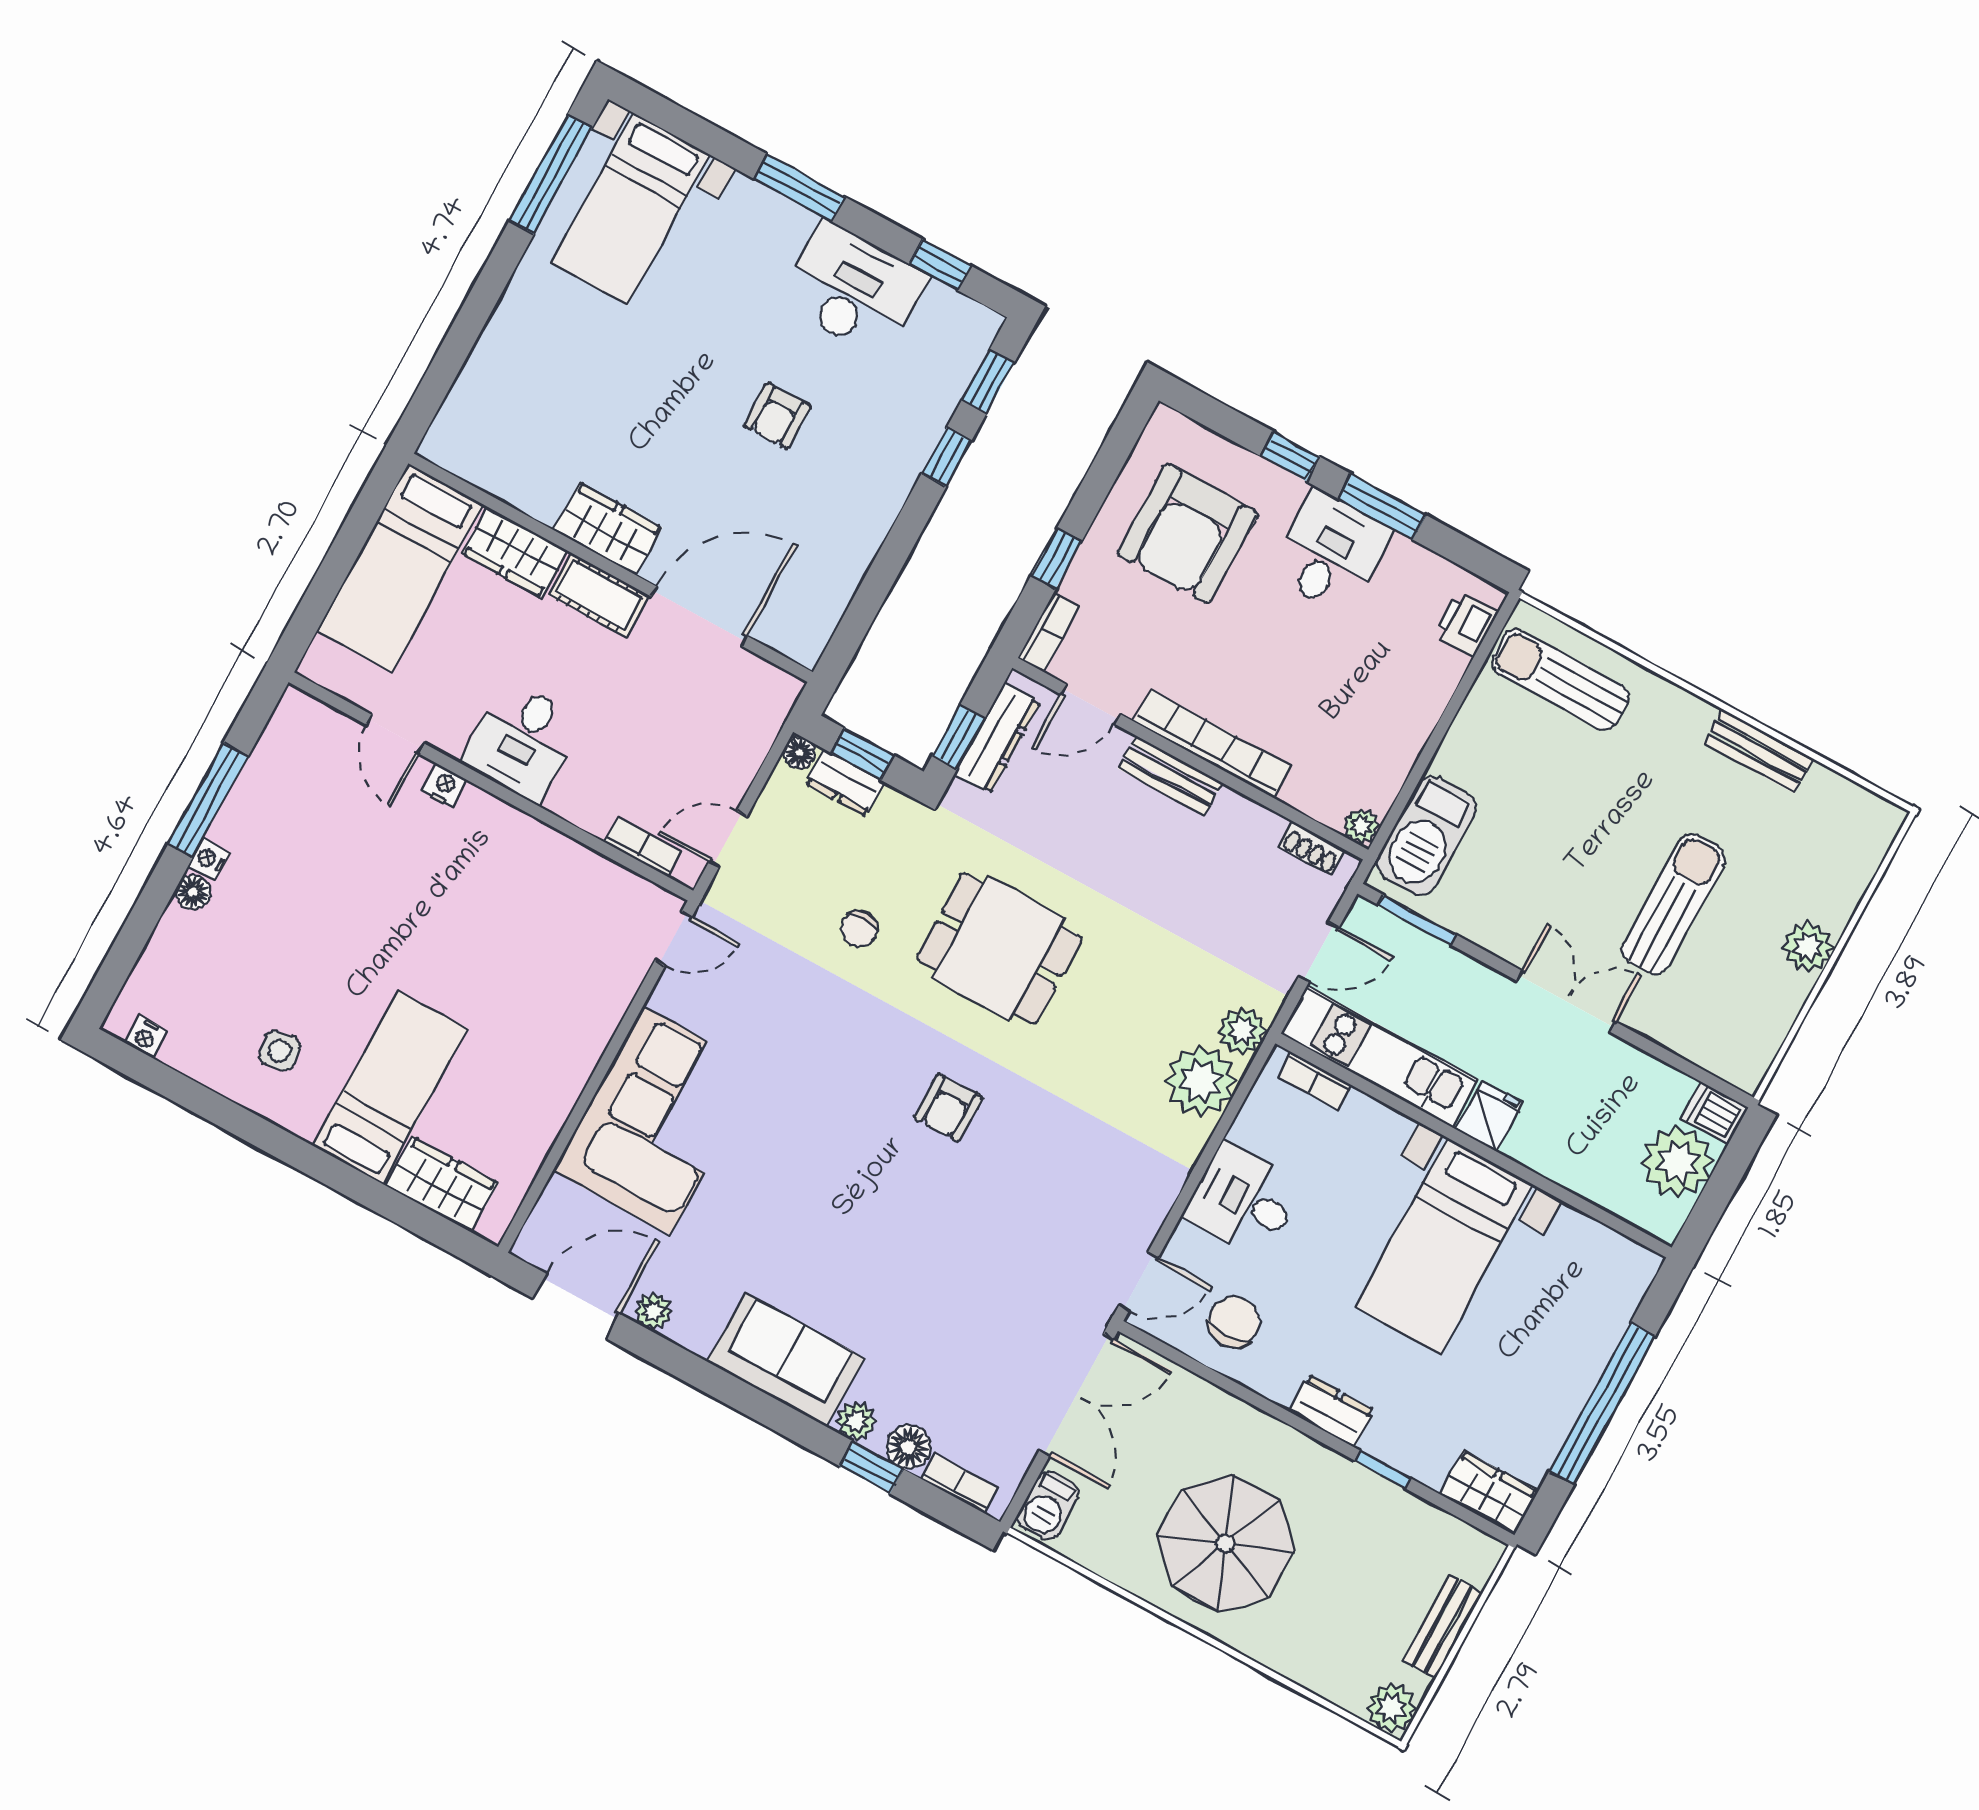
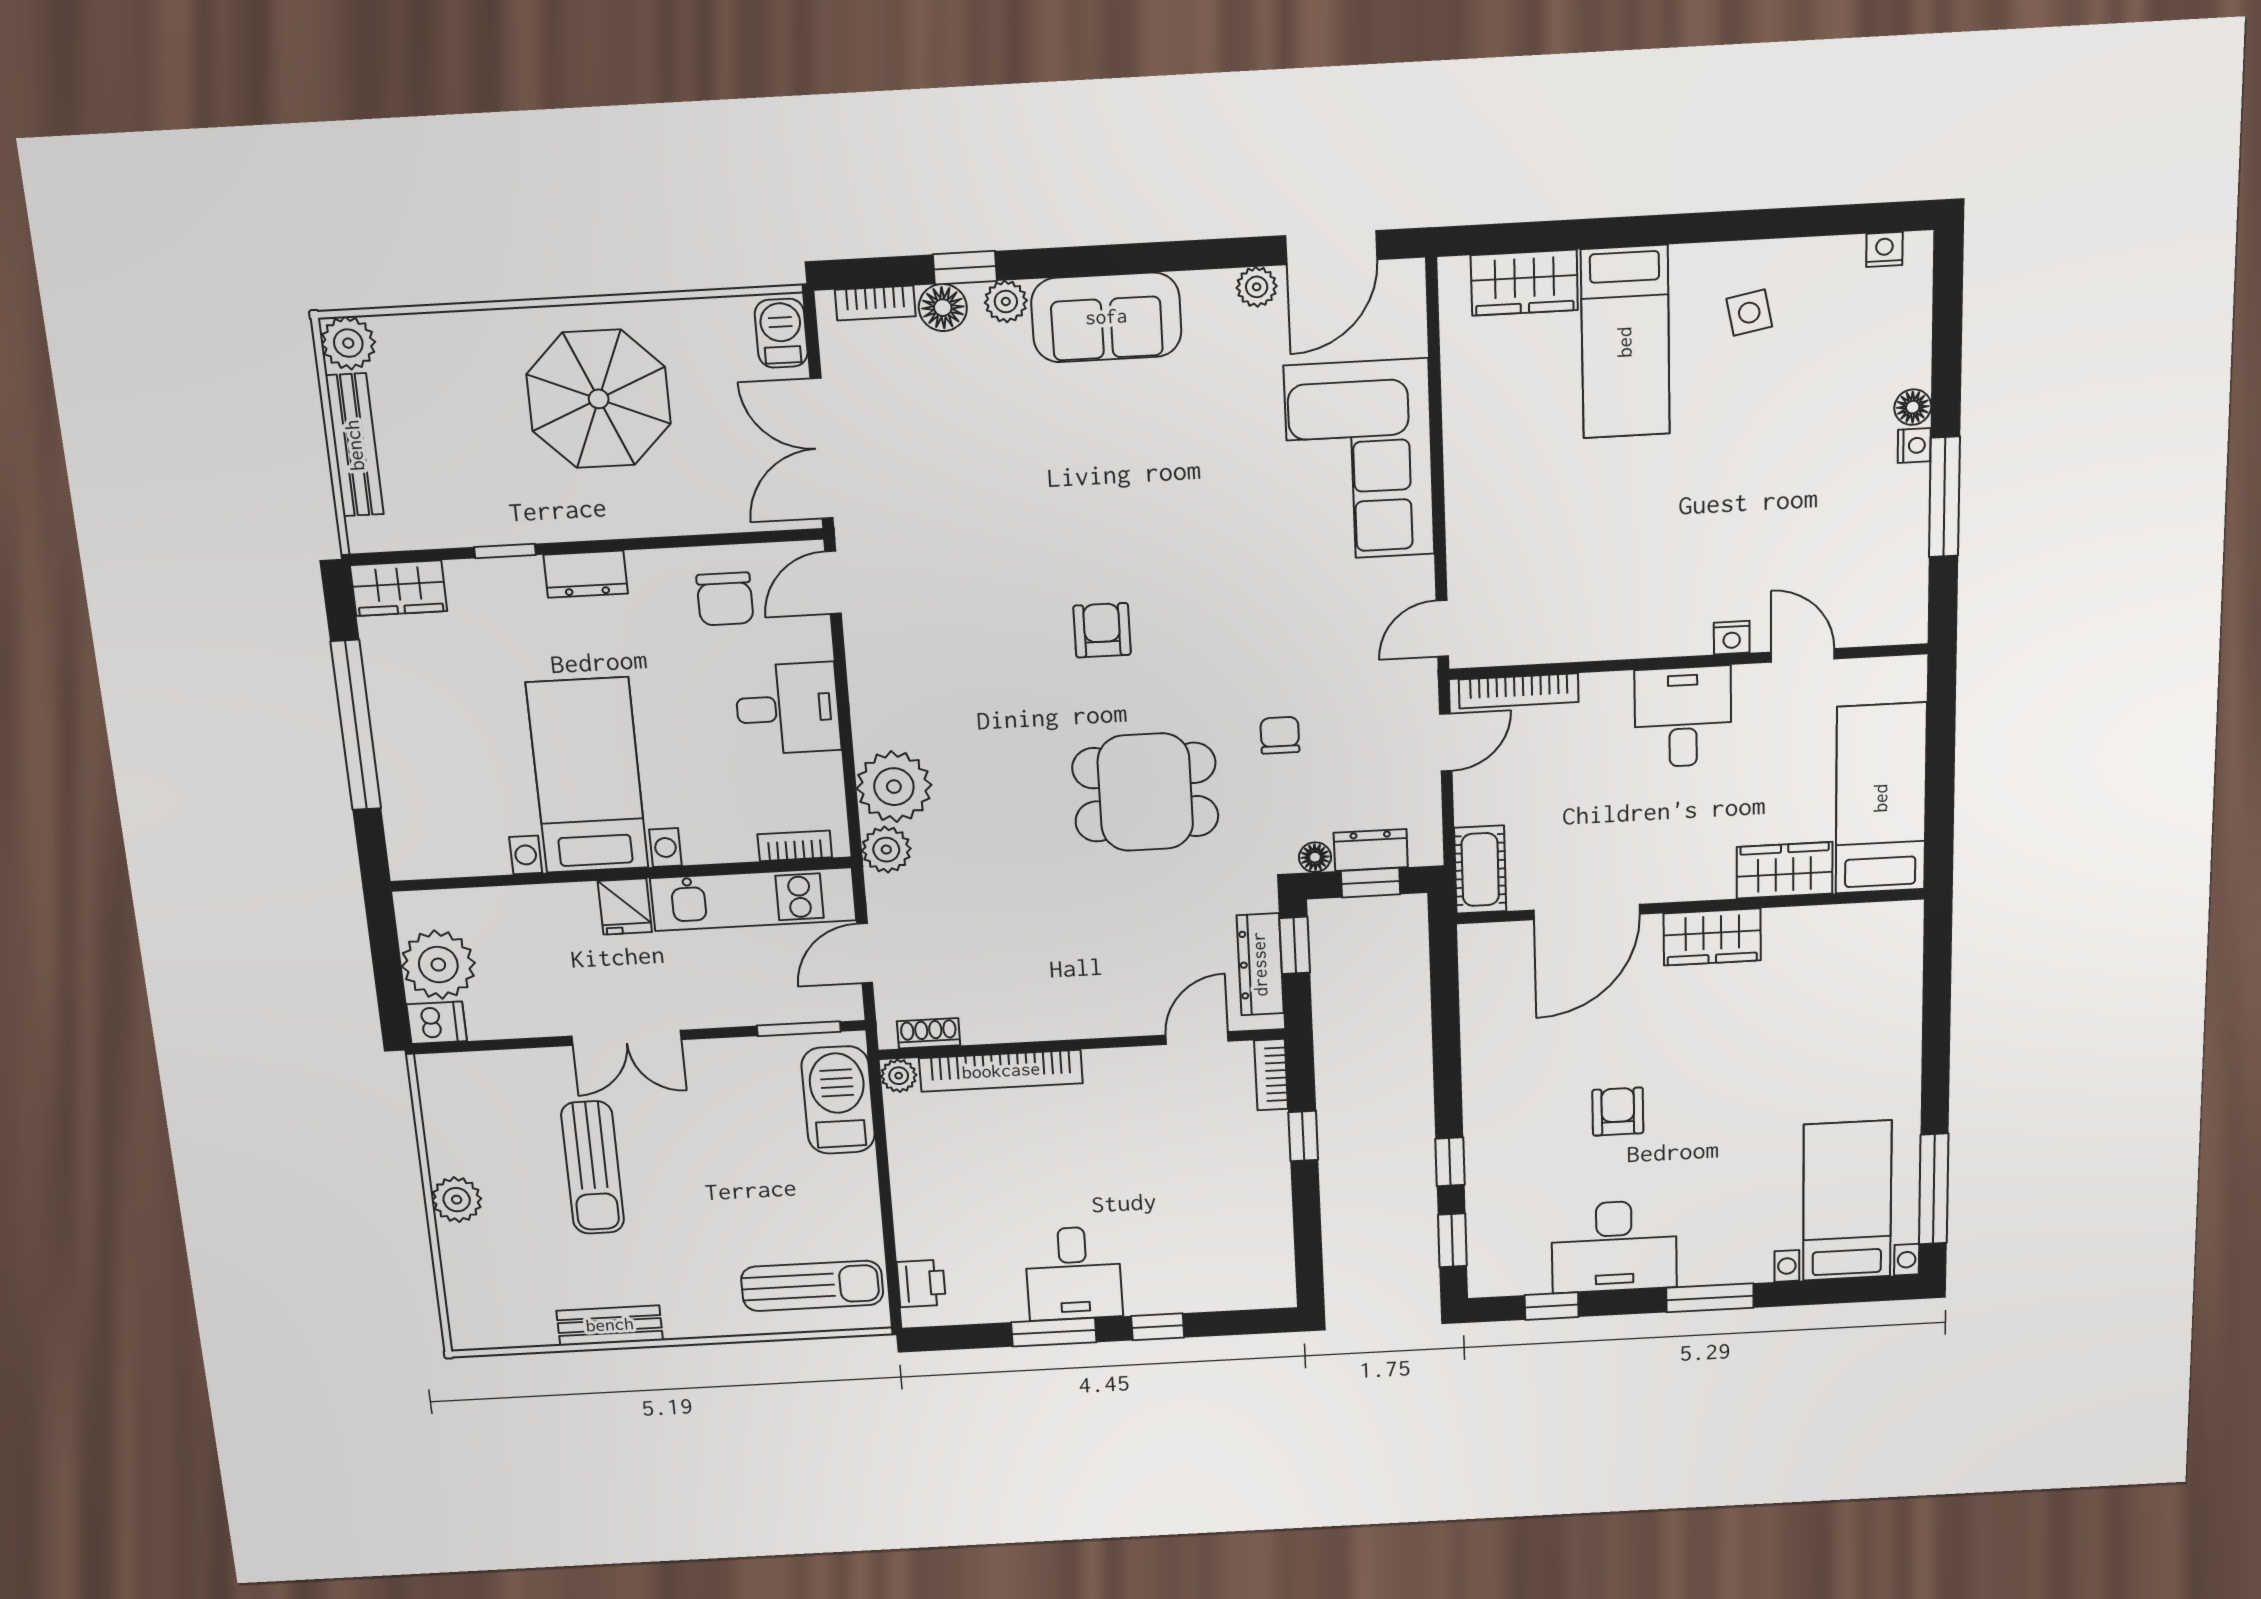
armchair: (1187, 534) -> (1204, 1219), removed
cot: (599, 595) -> (1480, 870), moved, turned 90
bookcase: (1212, 744) -> (1001, 1071), moved
floor lamp: (800, 753) -> (1315, 857), moved
bench: (1170, 776) -> (1090, 1021), removed
bookcase: (643, 847) -> (1519, 691), width x1.56
bench: (1443, 1627) -> (355, 445), width x1.36

